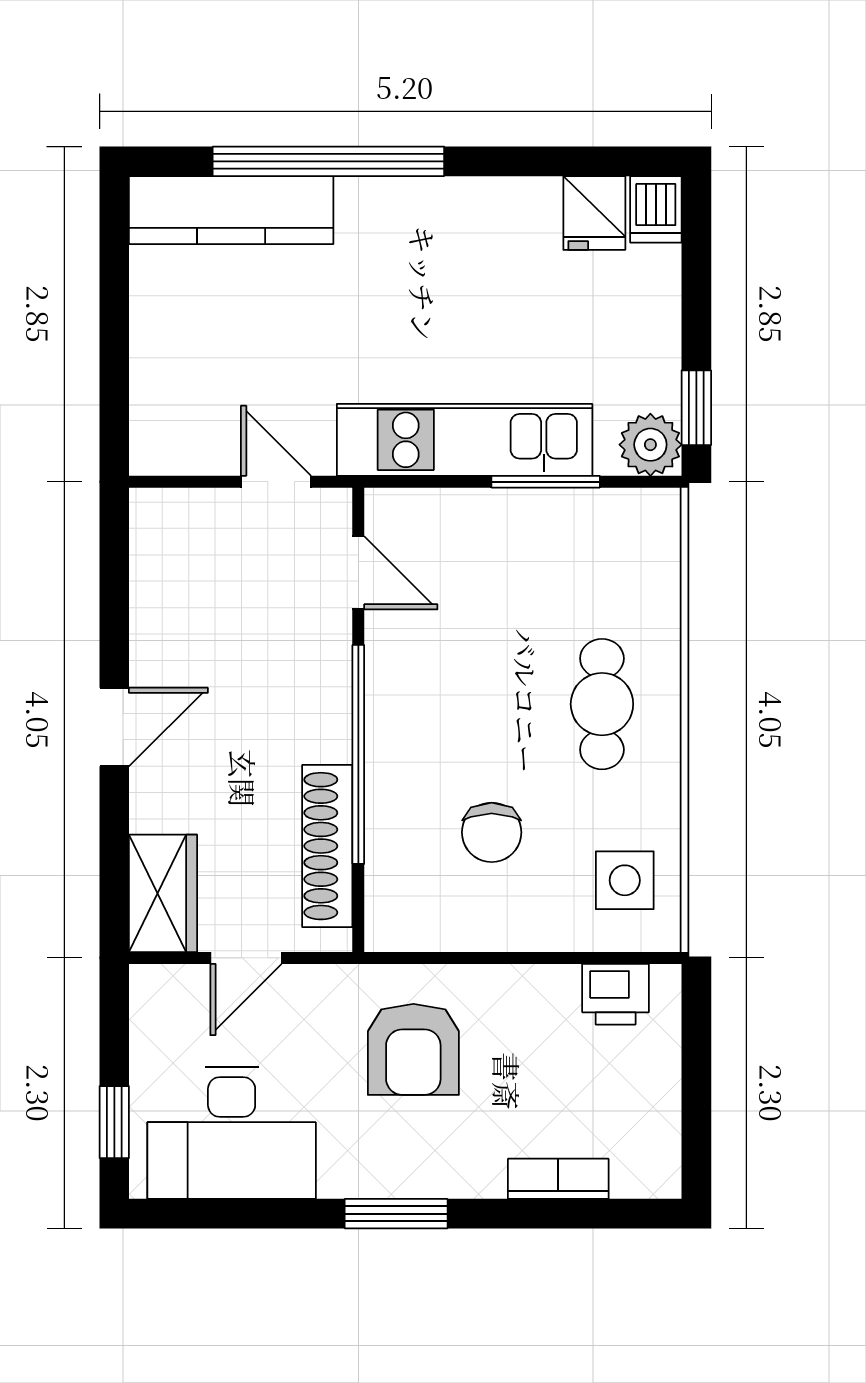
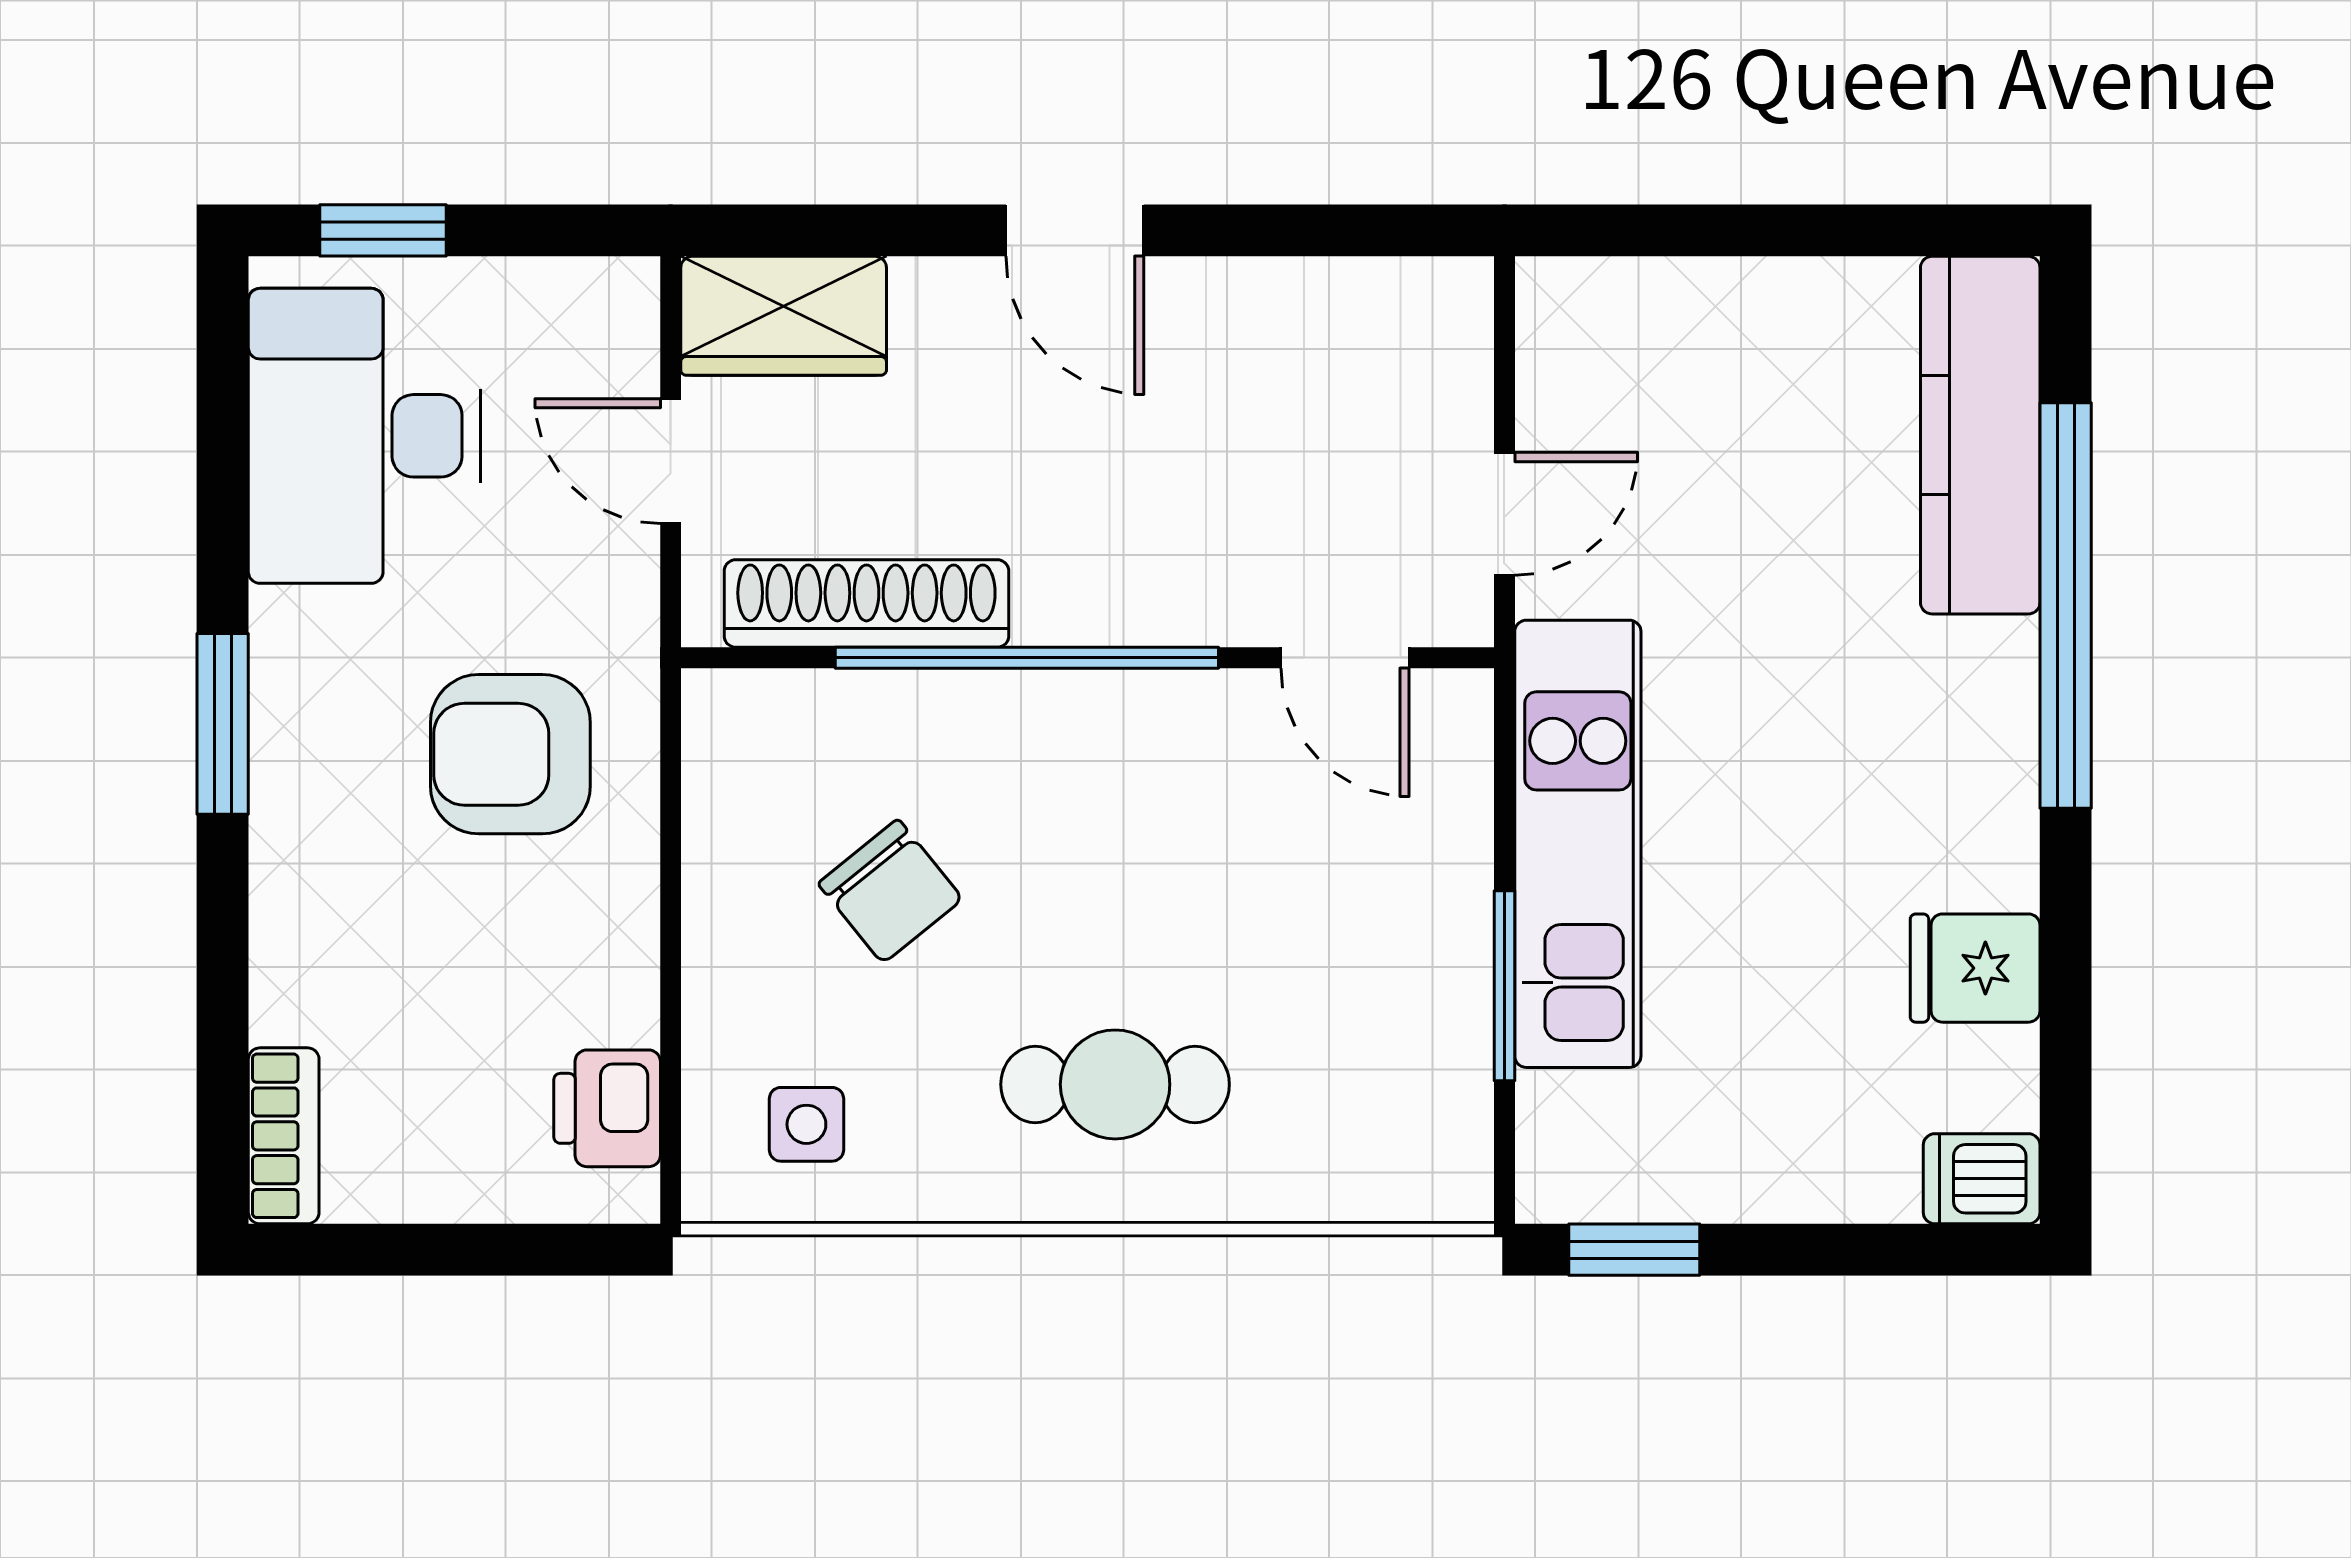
fridge: (594, 213) -> (1975, 968), moved
plant: (650, 445) -> (1569, 1169), removed
door: (358, 573) -> (1345, 658), hinge flipped
chair: (492, 832) -> (890, 891), turned -129
side table: (625, 880) -> (806, 1124), width x0.73, depth x0.73
bookcase: (558, 1179) -> (284, 1136), moved

